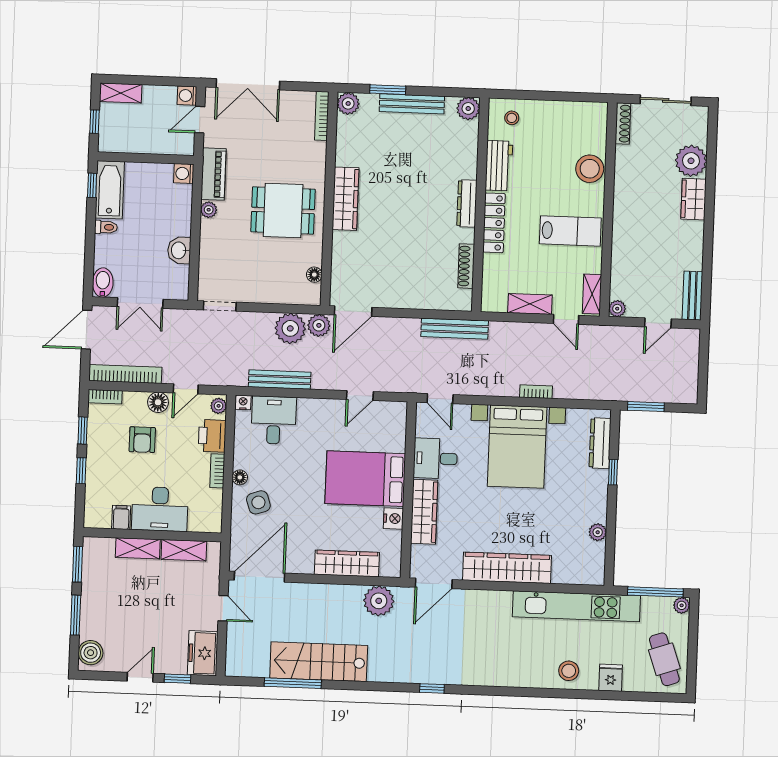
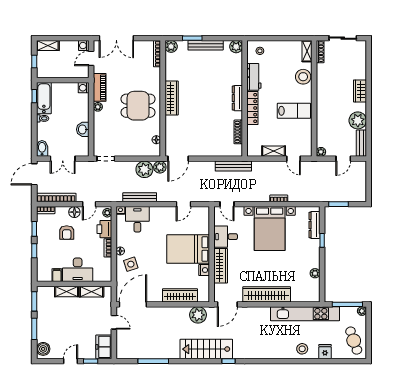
plant: (691, 161) -> (358, 120), moved
shelving: (592, 294) -> (307, 51), moved
stairs: (319, 662) -> (206, 349), moved

